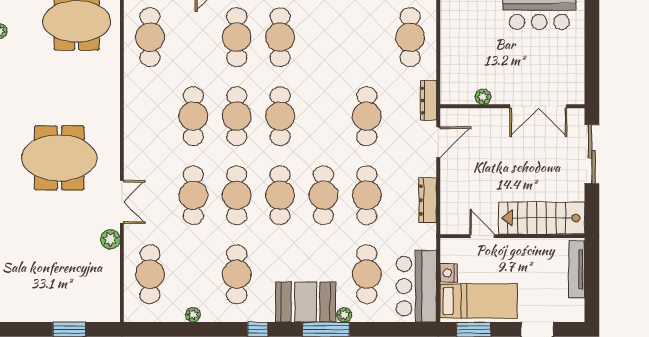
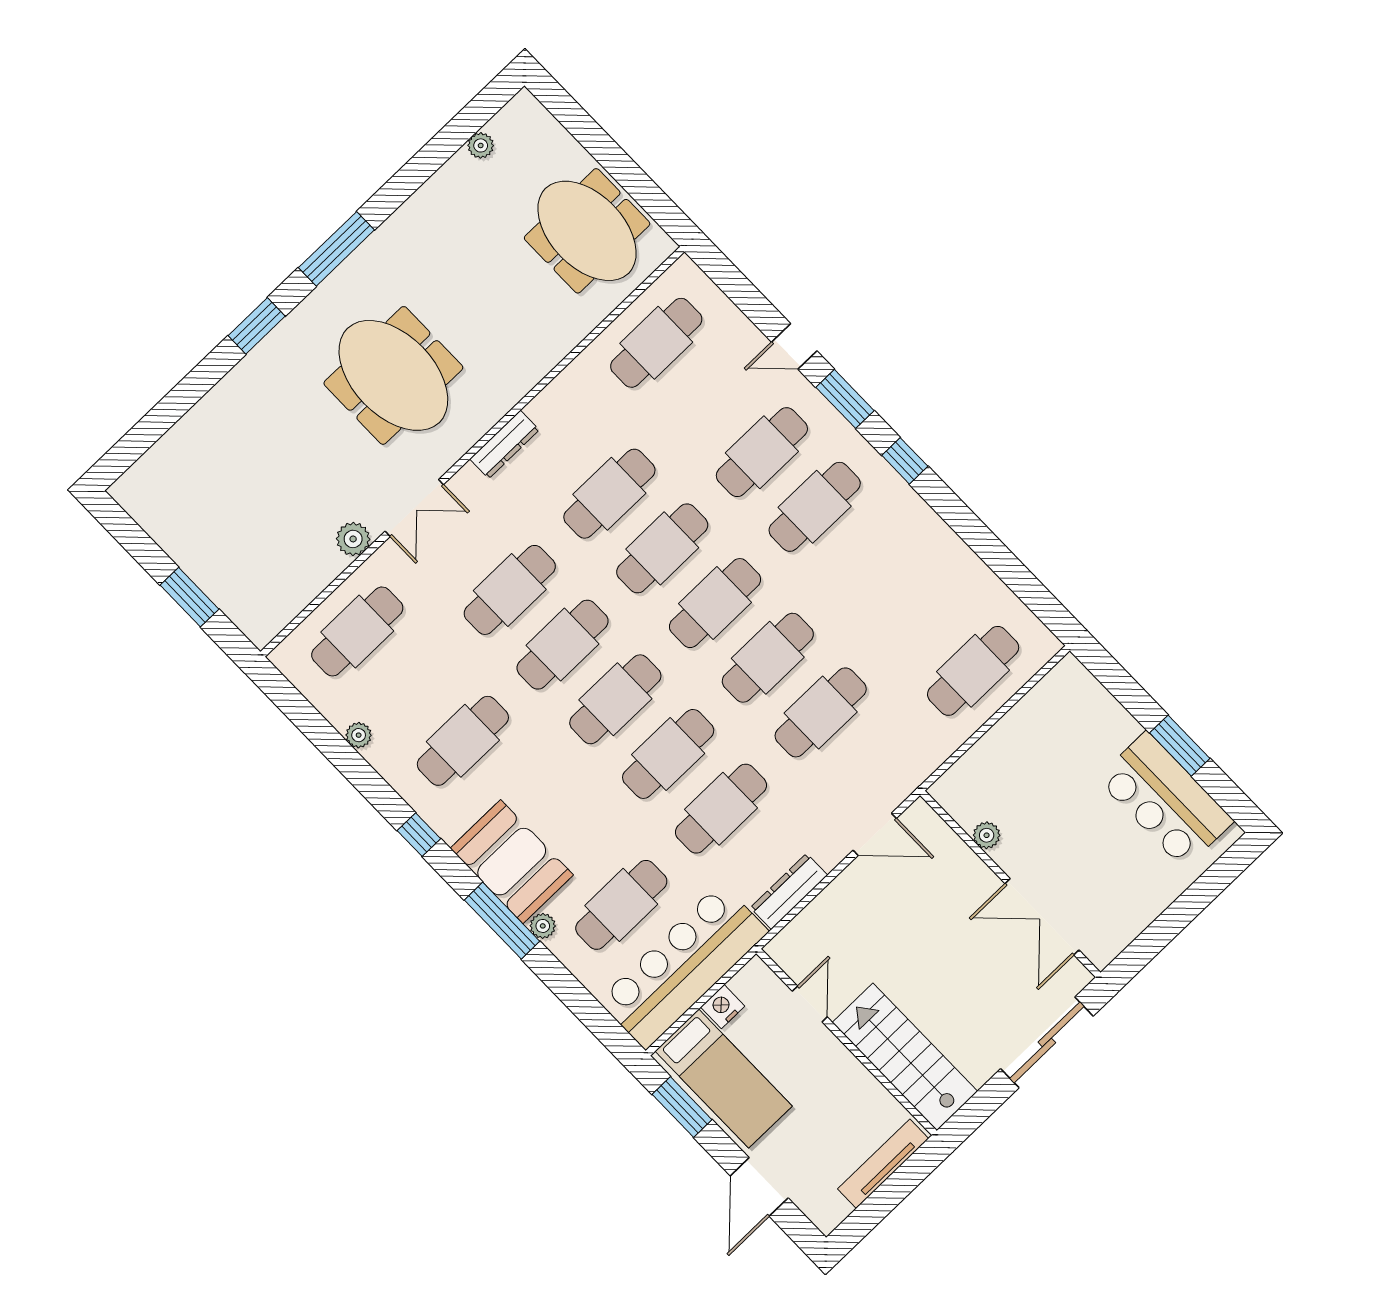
dresser: (429, 100) -> (505, 444), moved, turned 180
cafe table: (323, 116) -> (768, 658), added
bar counter: (416, 286) -> (683, 966), width x1.36

